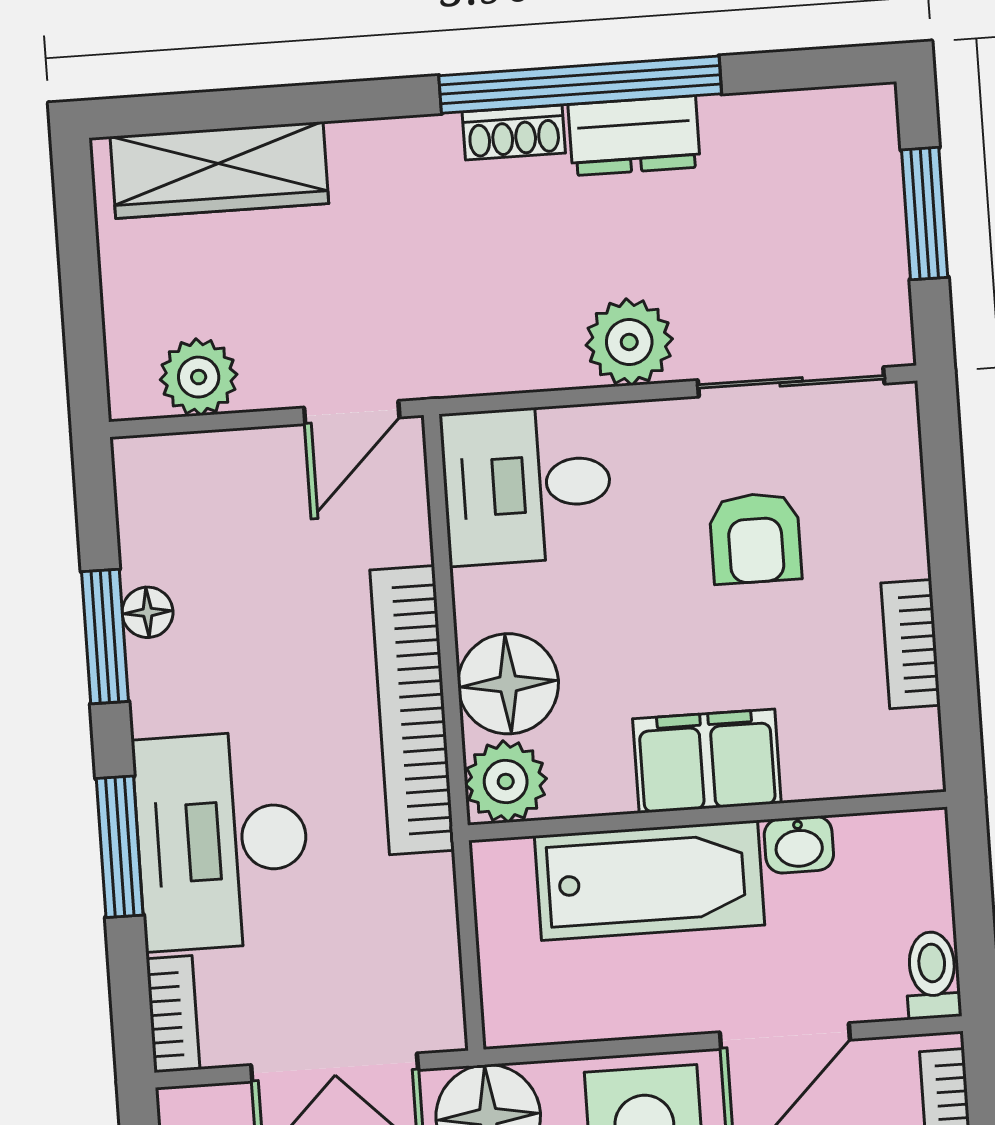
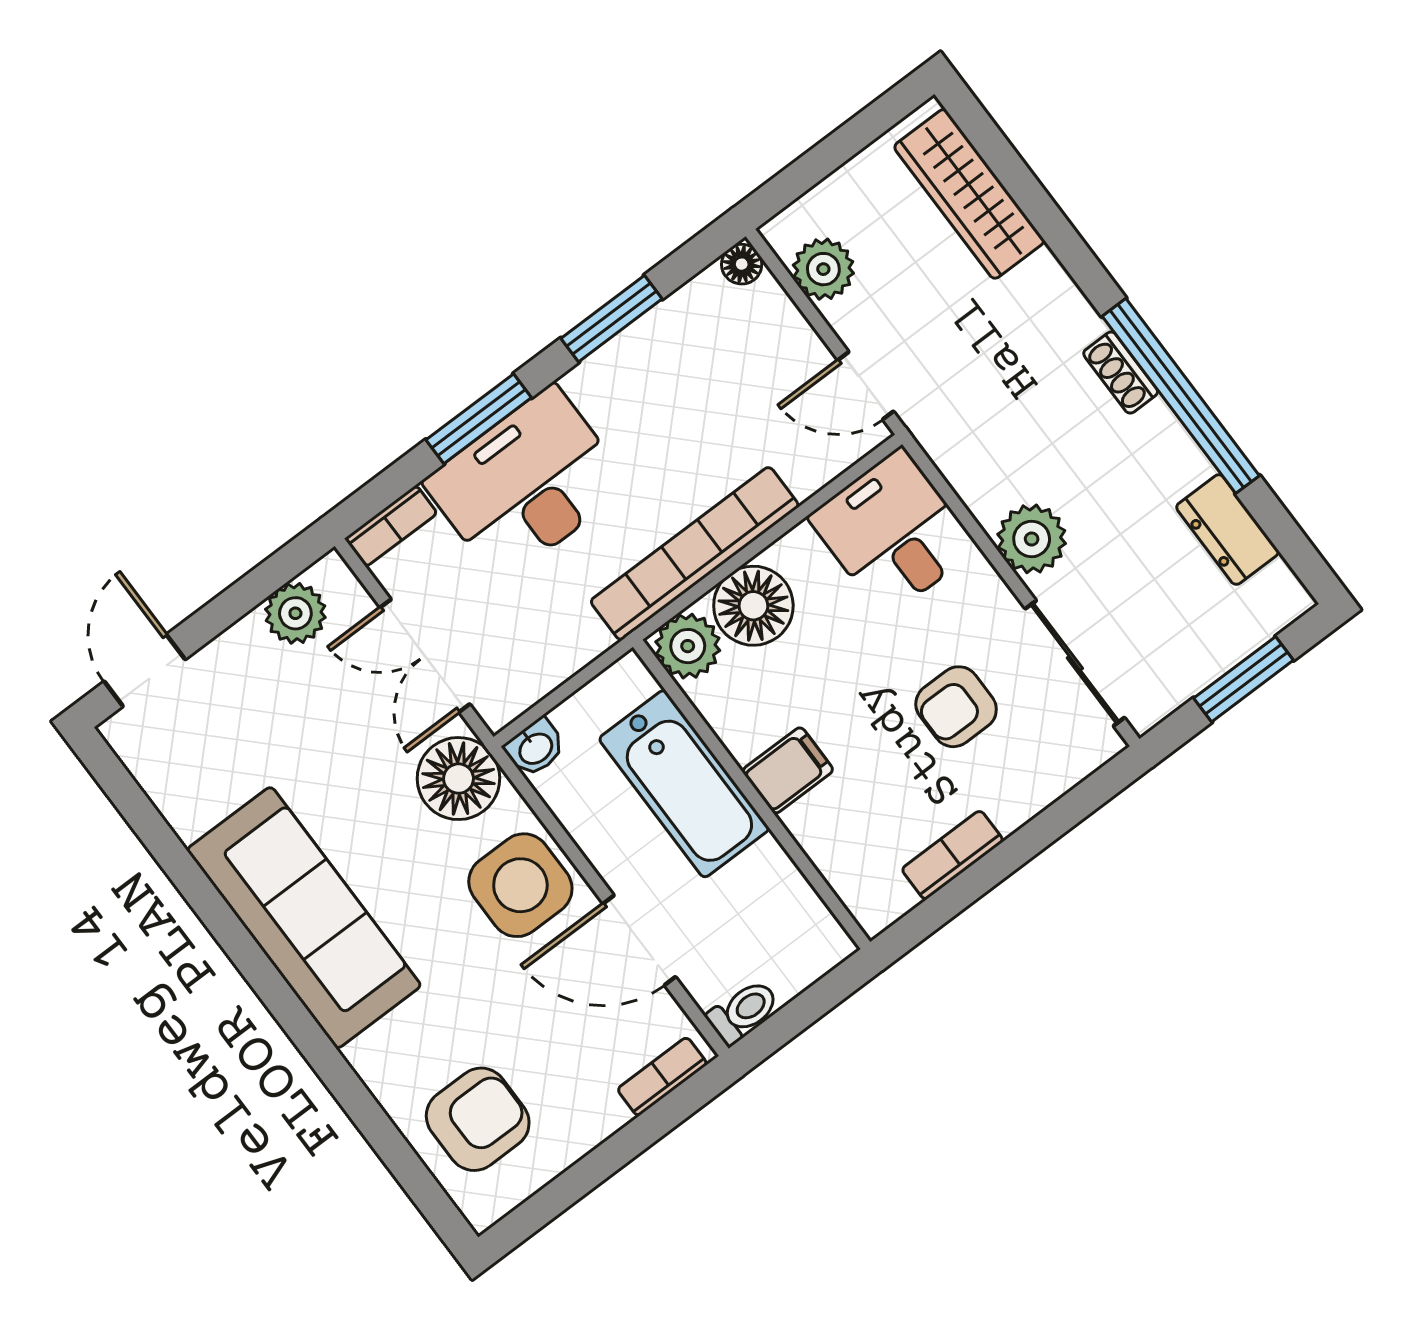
dresser: (634, 136) -> (1227, 530), moved
floor lamp: (147, 612) -> (742, 264), moved
filing cabinet: (707, 761) -> (788, 770), width x0.50
washbasin: (799, 845) -> (535, 748), moved, turned -90

